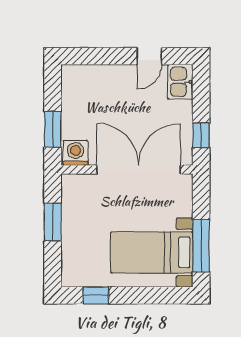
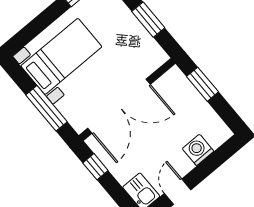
washing machine: (76, 153) -> (198, 150), moved, turned 180
window: (201, 246) -> (46, 108), moved

